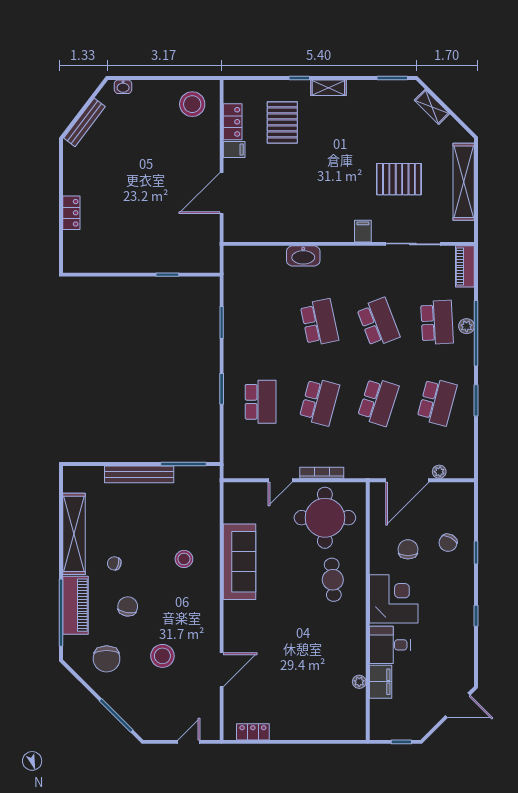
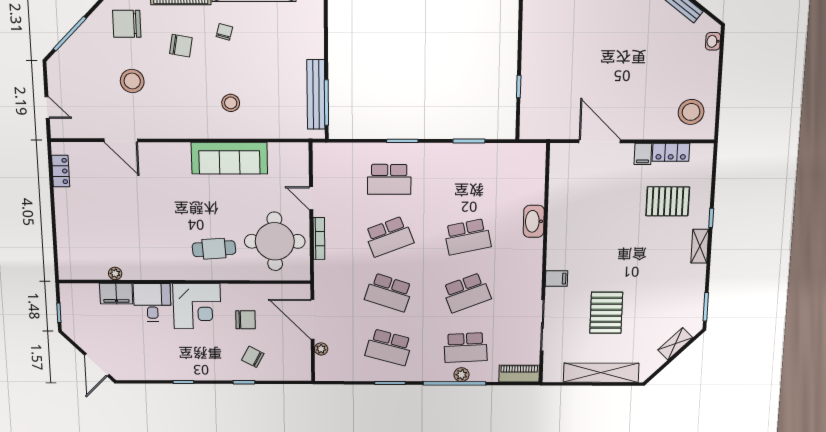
school desk: (319, 402) -> (389, 236), turned -36
bench: (139, 474) -> (316, 94), moved

